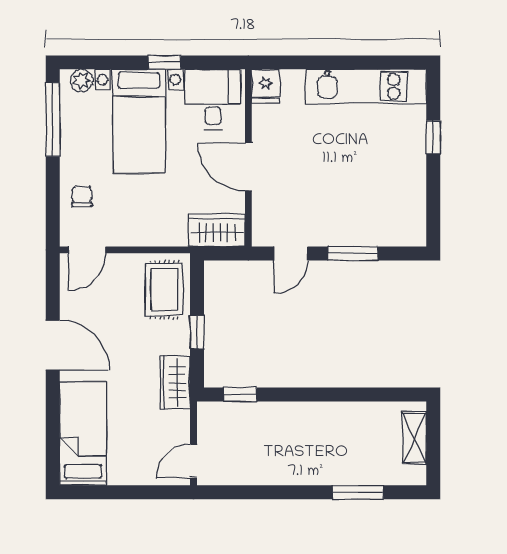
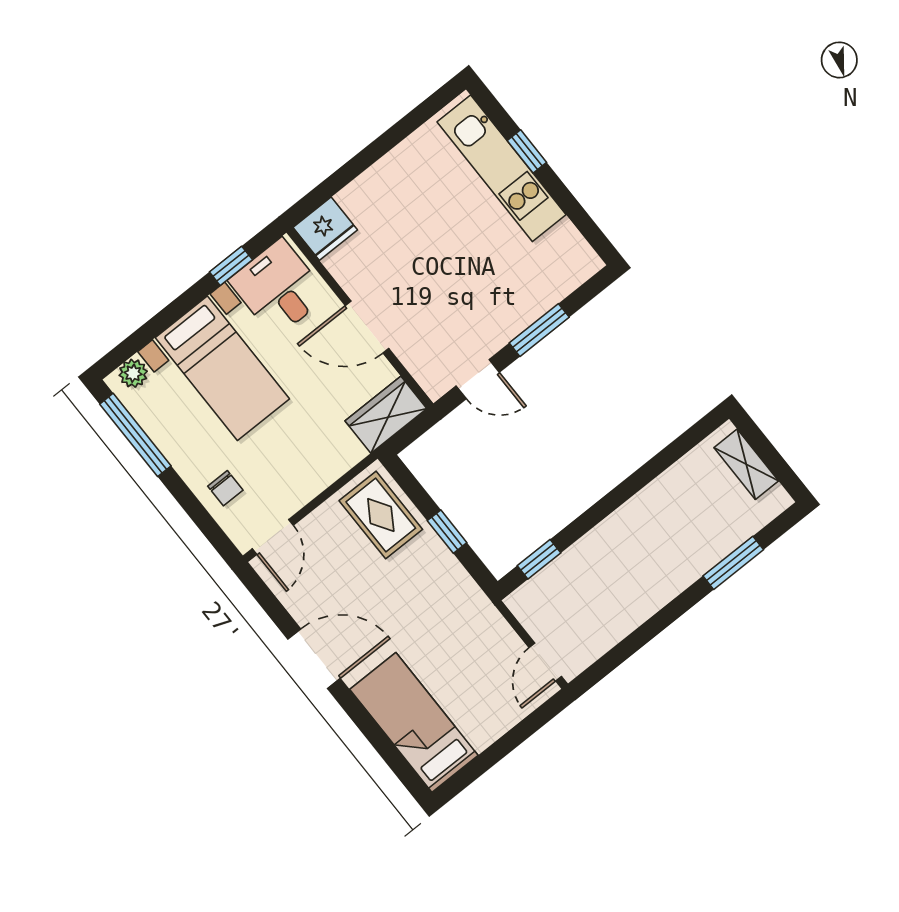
window: (164, 62) -> (231, 266), moved
fridge: (266, 86) -> (325, 229), width x1.38
kitchen unit: (366, 86) -> (502, 168), moved, turned 90
chair: (82, 197) -> (225, 488), turned 180
door: (291, 253) -> (478, 379), hinge flipped
wardrobe: (175, 382) -> (465, 599), removed

